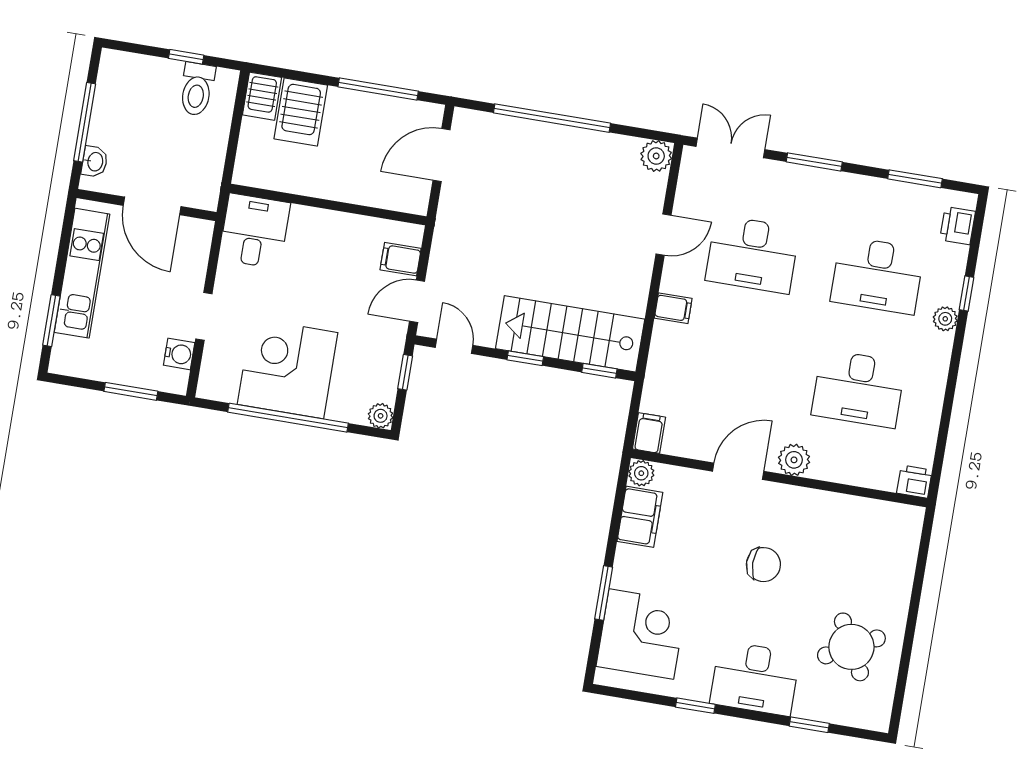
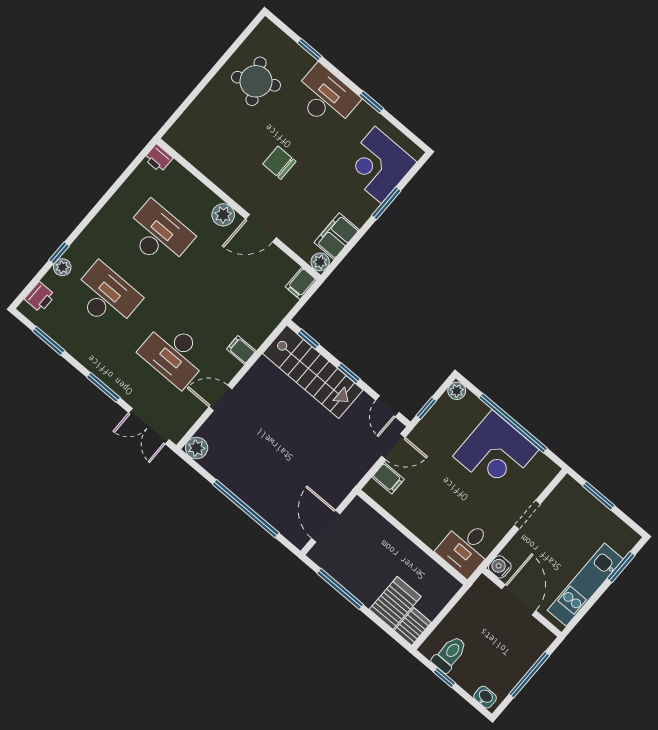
door: (441, 155) -> (326, 526), swing flipped
washbasin: (95, 162) -> (485, 697), moved, turned 90
desk: (752, 254) -> (174, 354), turned 180
plant: (945, 319) -> (62, 267), moved
water cooler: (179, 354) -> (500, 567), moved

